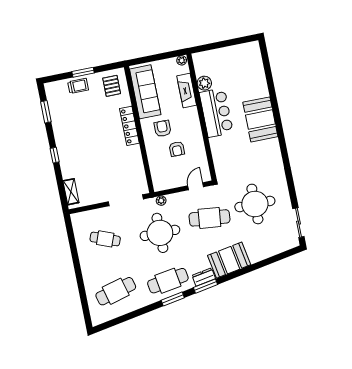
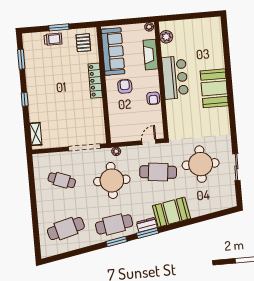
plant: (204, 83) -> (166, 37), moved
armchair: (177, 149) -> (153, 98), moved
sliding door: (298, 223) -> (236, 167), moved

